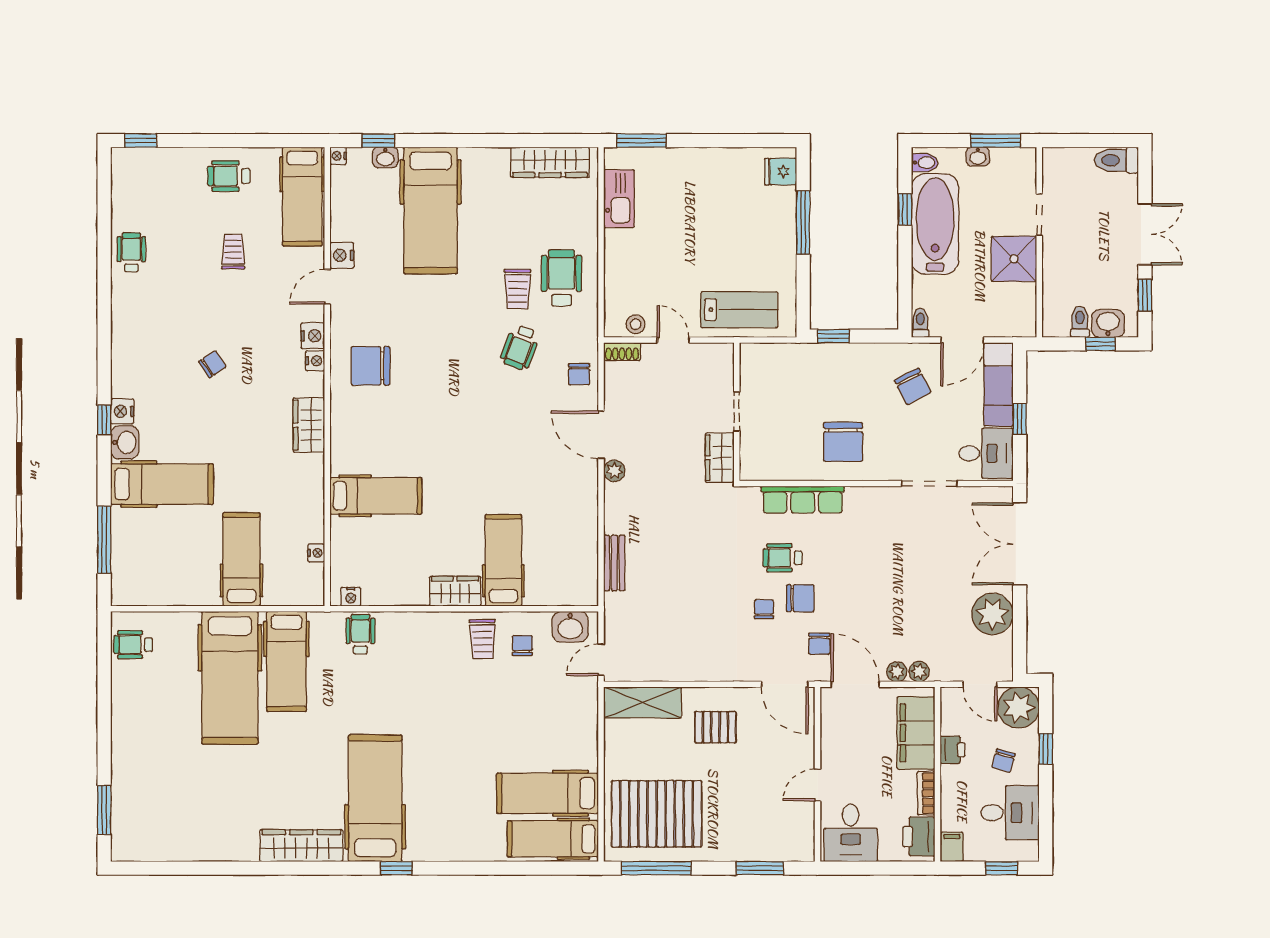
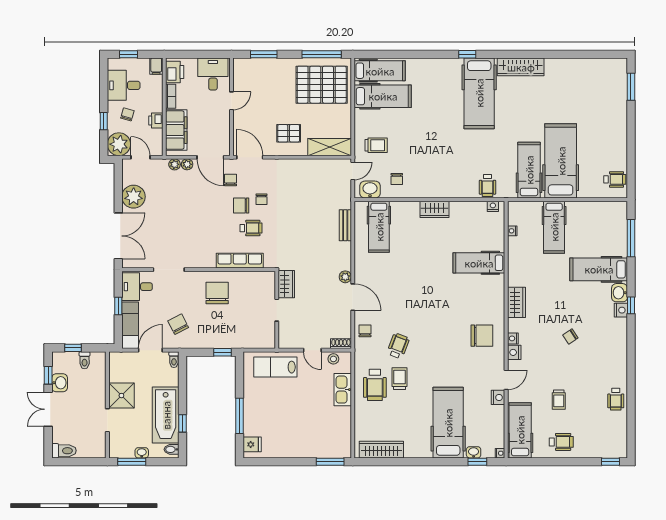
kitchen sink: (619, 199) -> (343, 390), moved
washbasin: (1108, 324) -> (60, 383), moved, turned -90
hospital bed: (503, 560) -> (379, 227), moved
trolley: (483, 639) -> (376, 145), moved, turned 91

